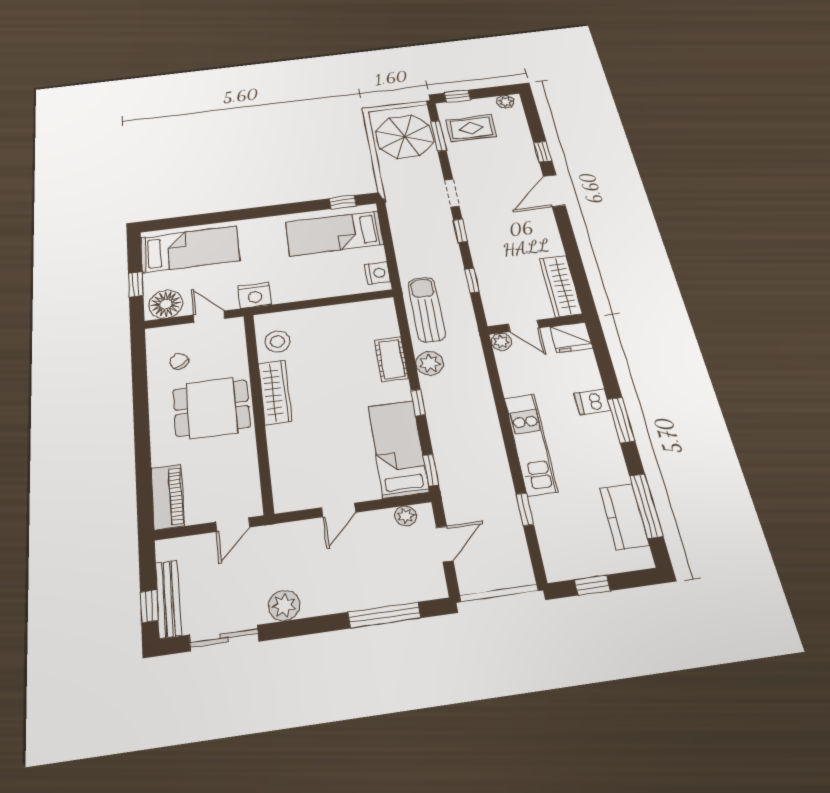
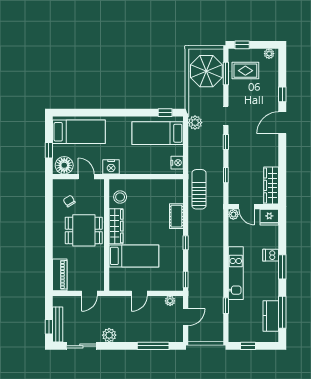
plant: (430, 363) -> (195, 123), moved
bed: (398, 449) -> (134, 256), moved, turned 90

